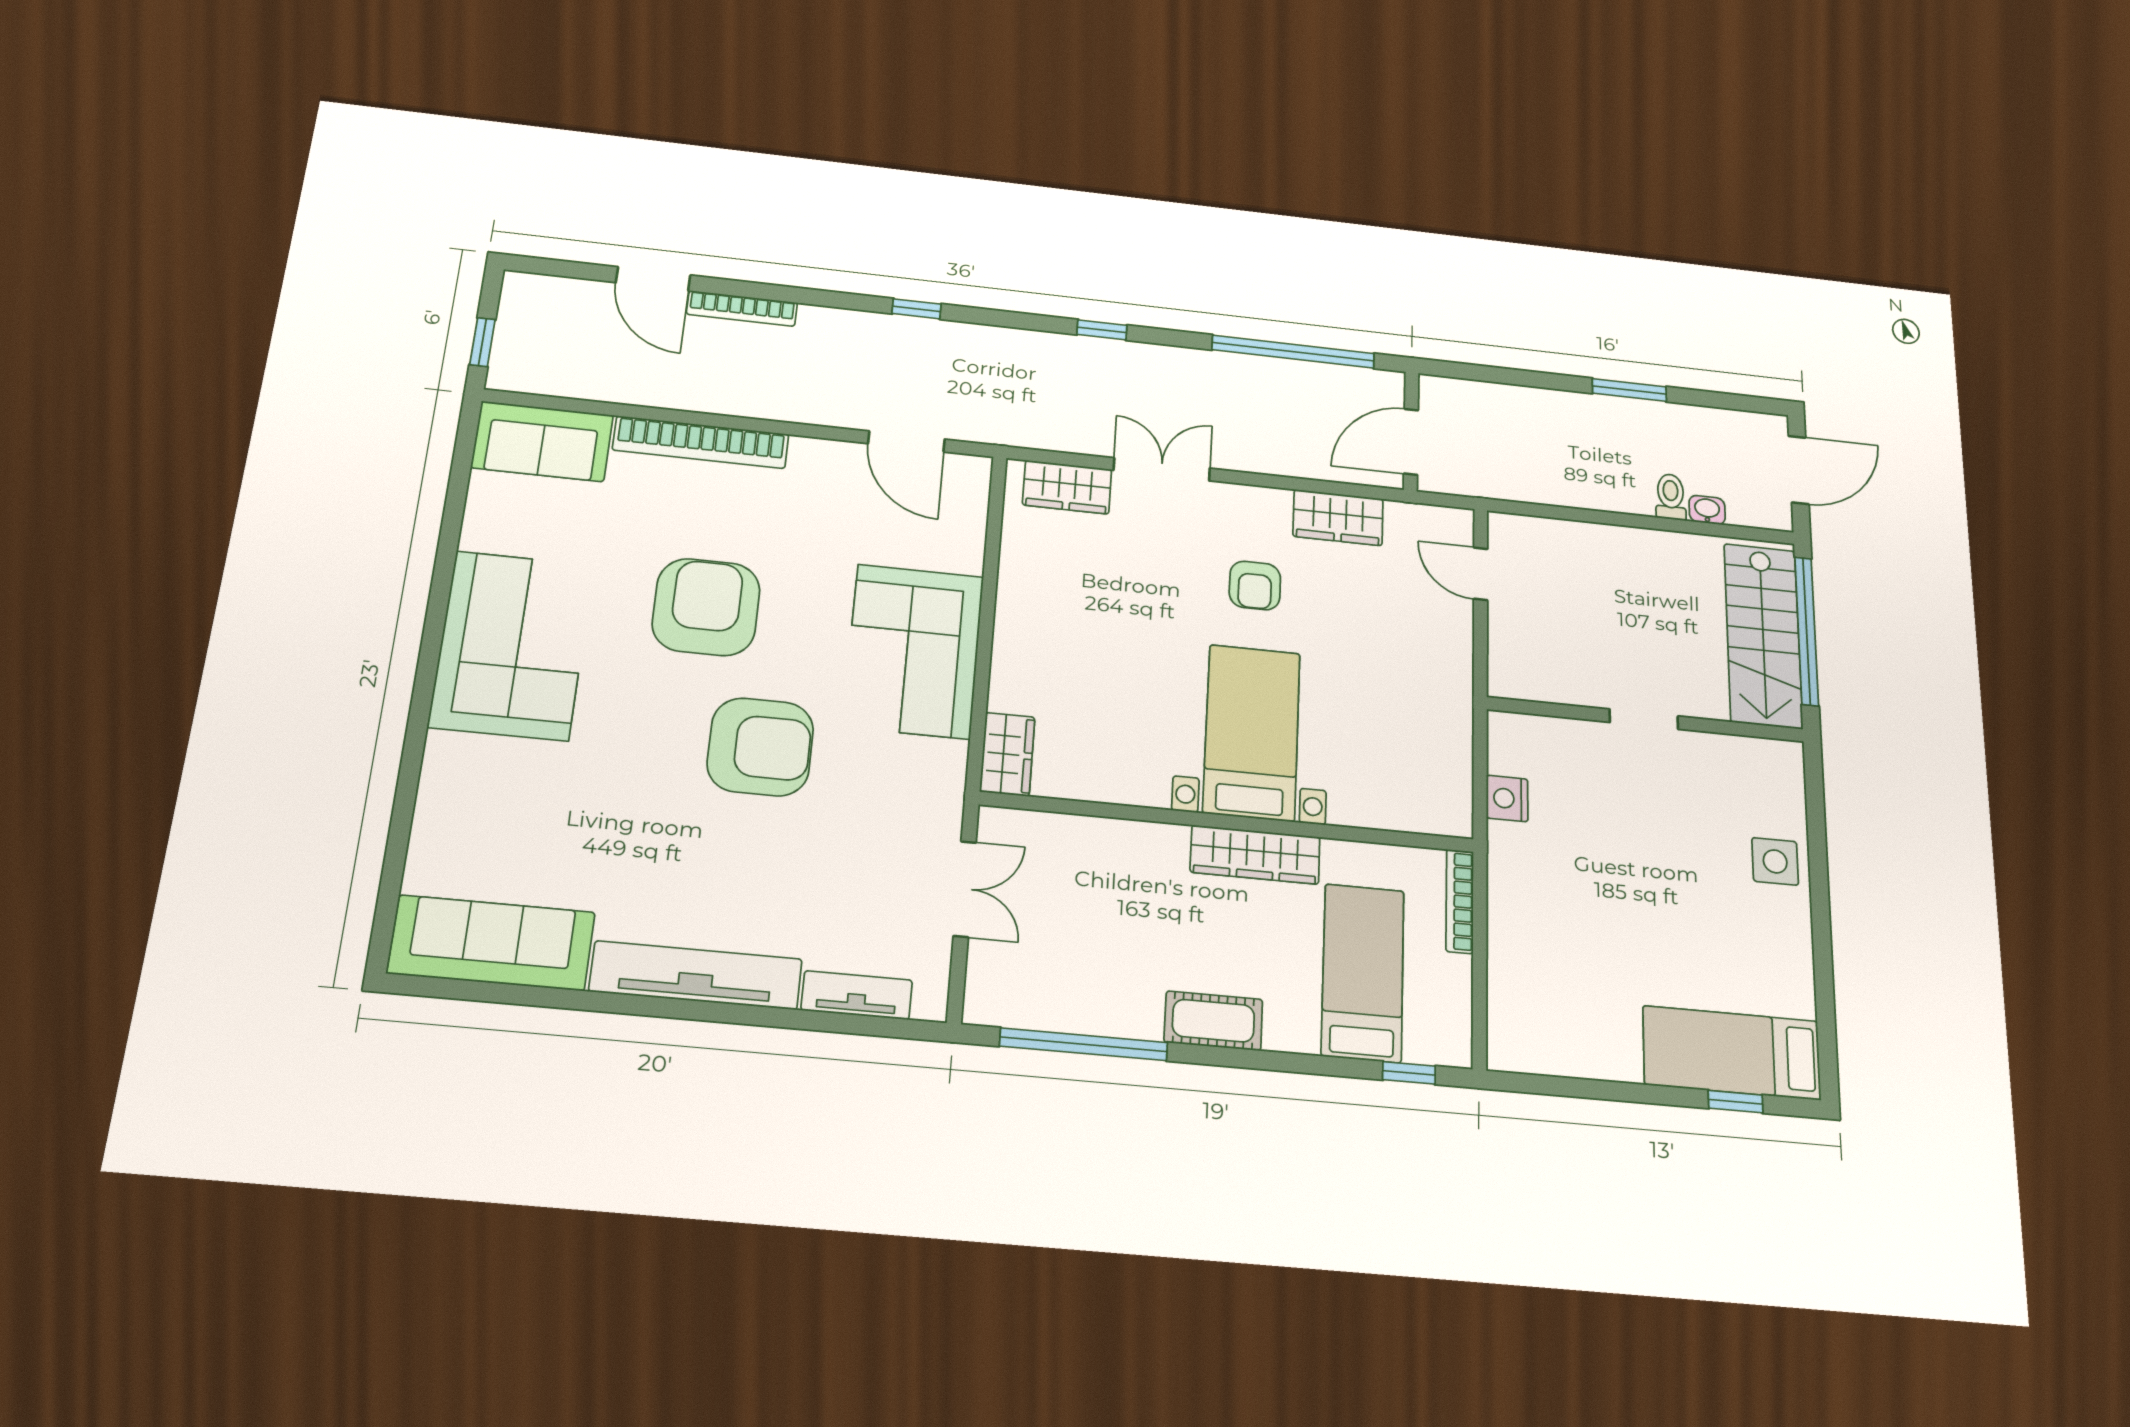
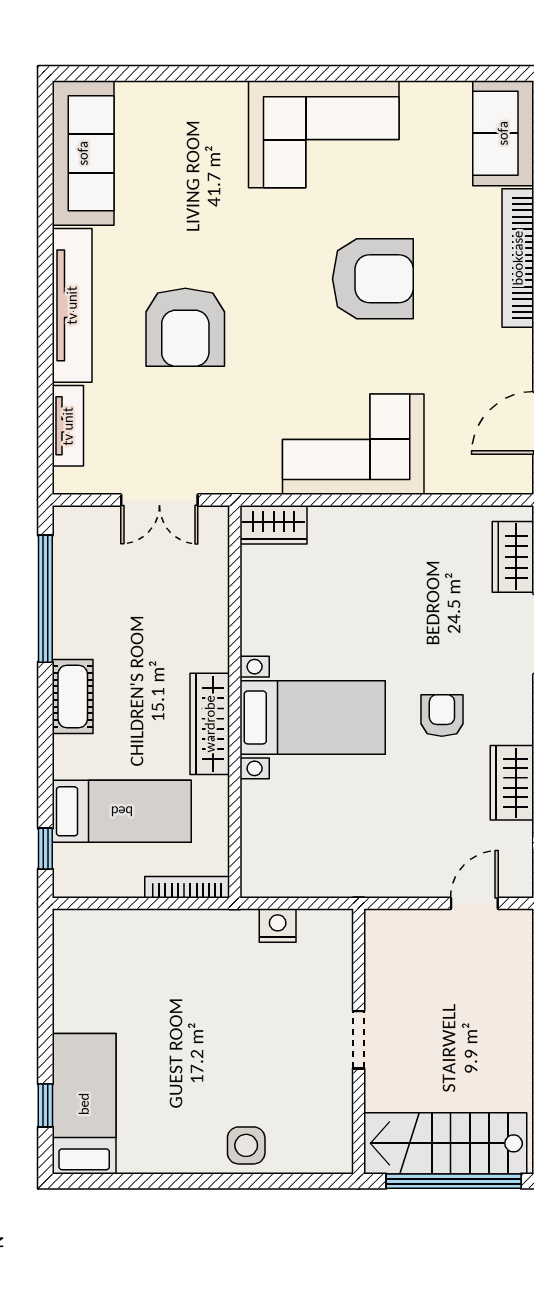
armchair: (1255, 585) -> (442, 715), turned 90
armchair: (760, 747) -> (185, 327), moved

